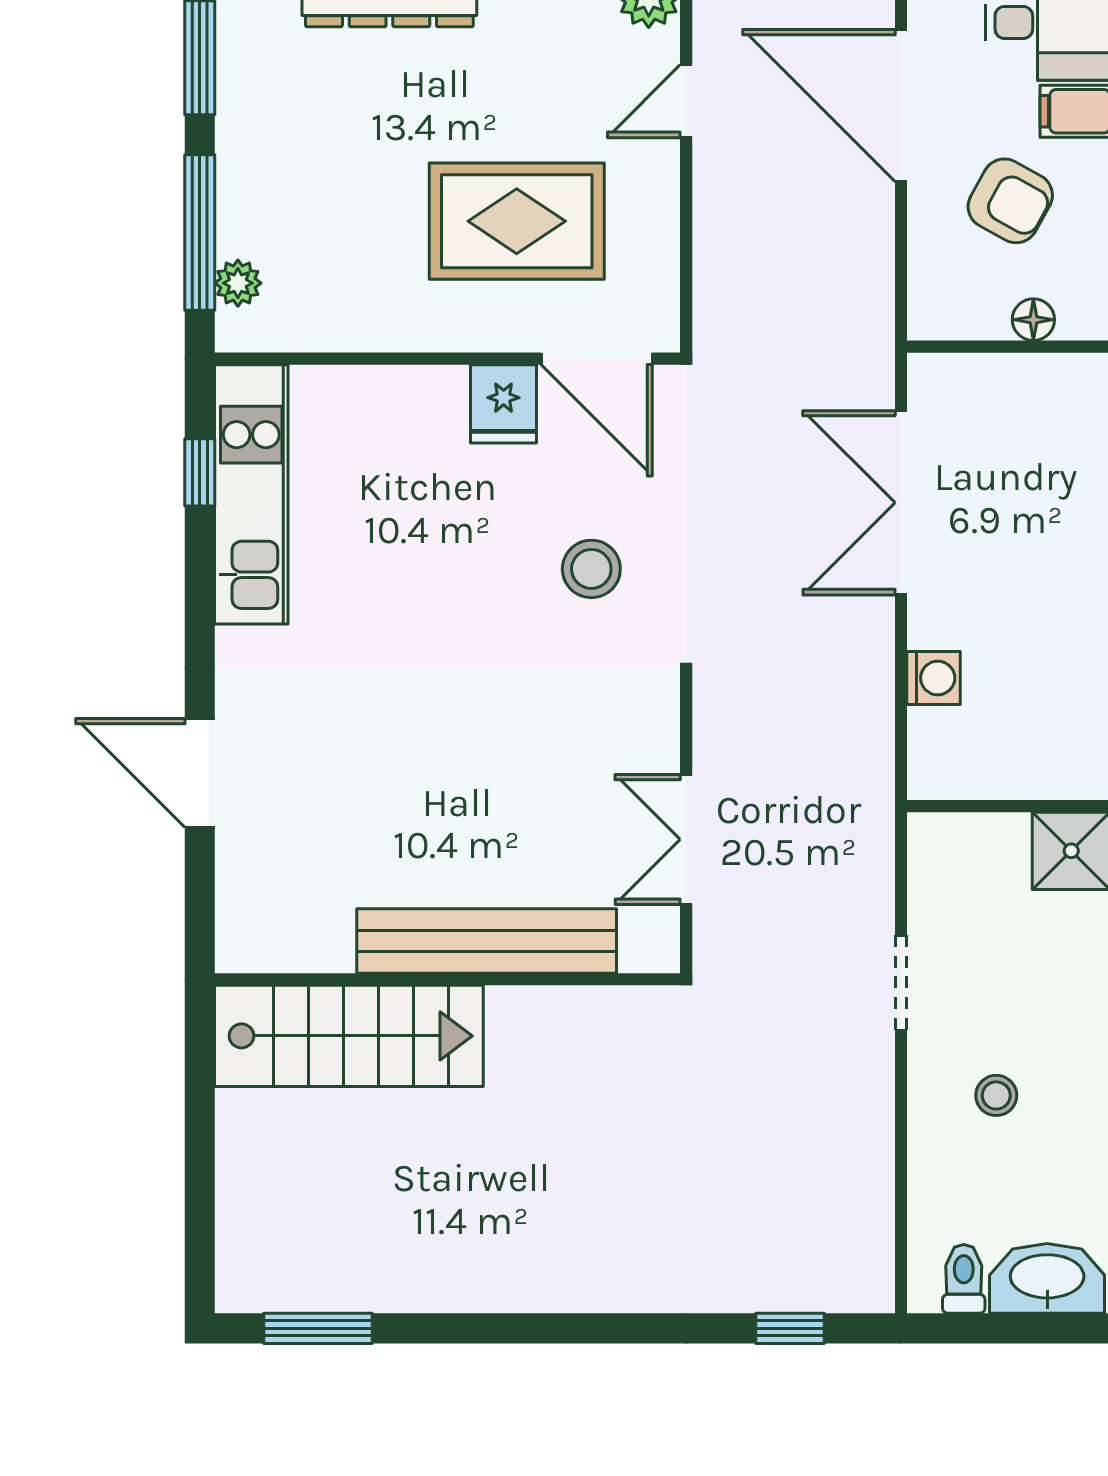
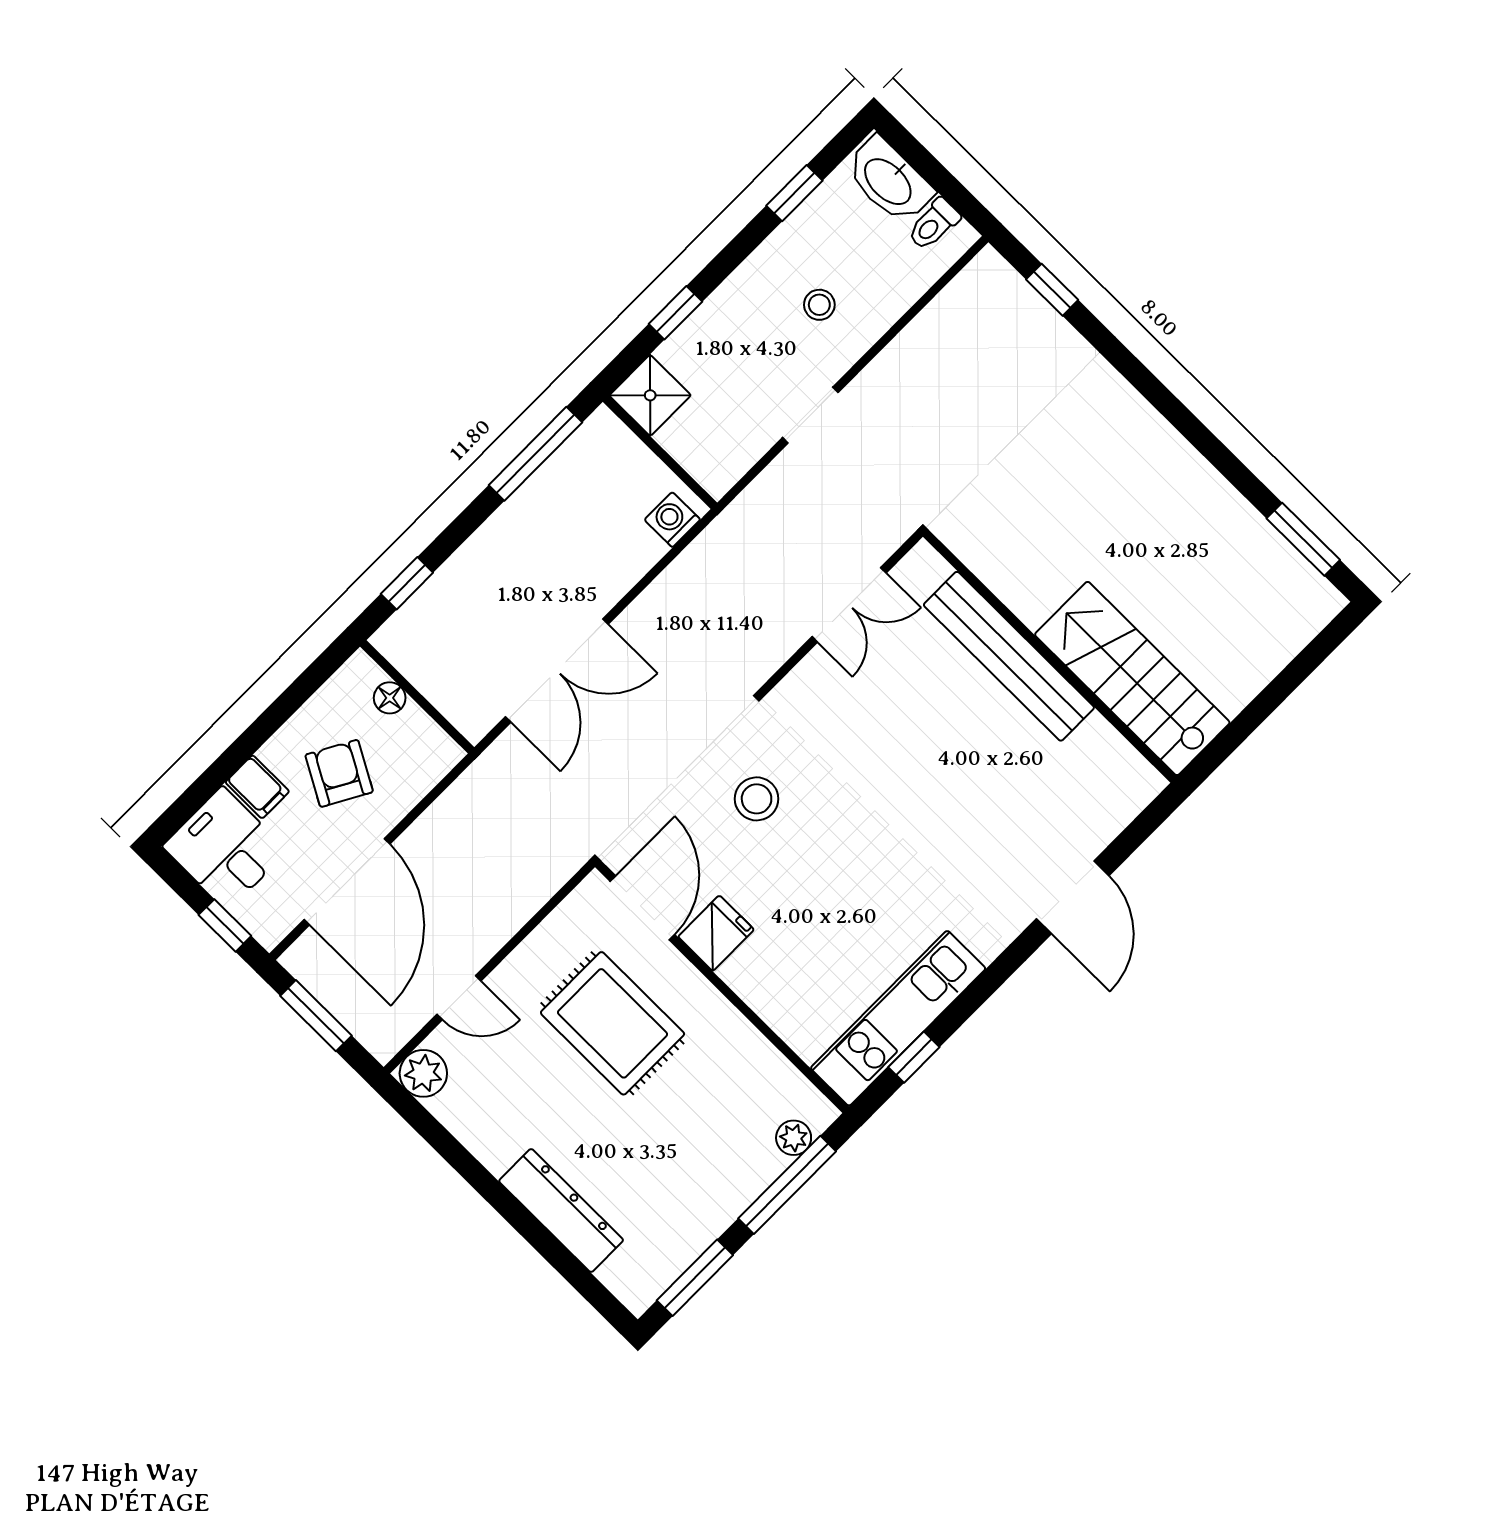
washing machine: (933, 678) -> (672, 520), moved

